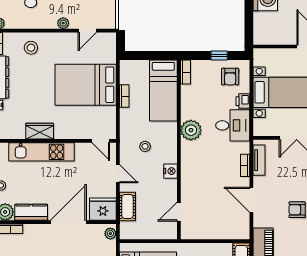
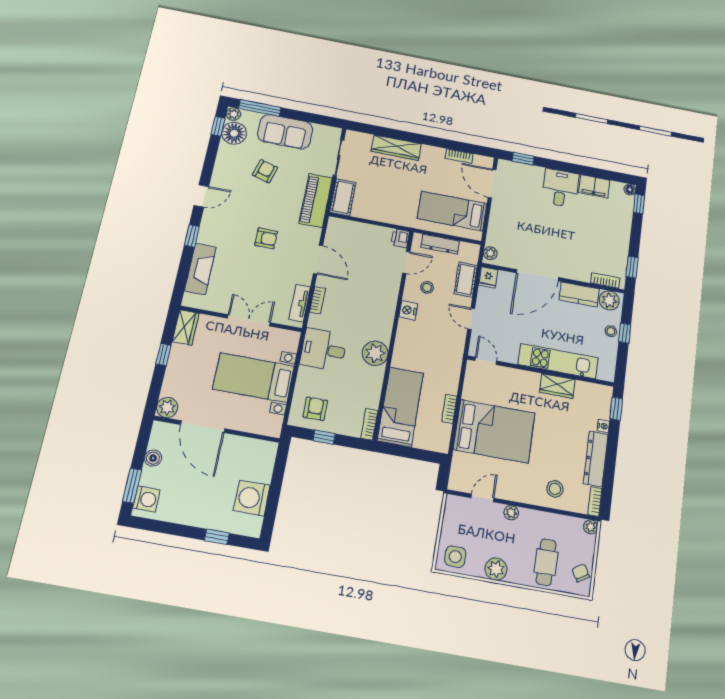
printer: (243, 101) -> (400, 238), moved, turned 180
stool: (145, 146) -> (427, 287), moved
fridge: (103, 209) -> (488, 278), width x0.53, depth x0.75
dresser: (153, 233) -> (440, 244), added

